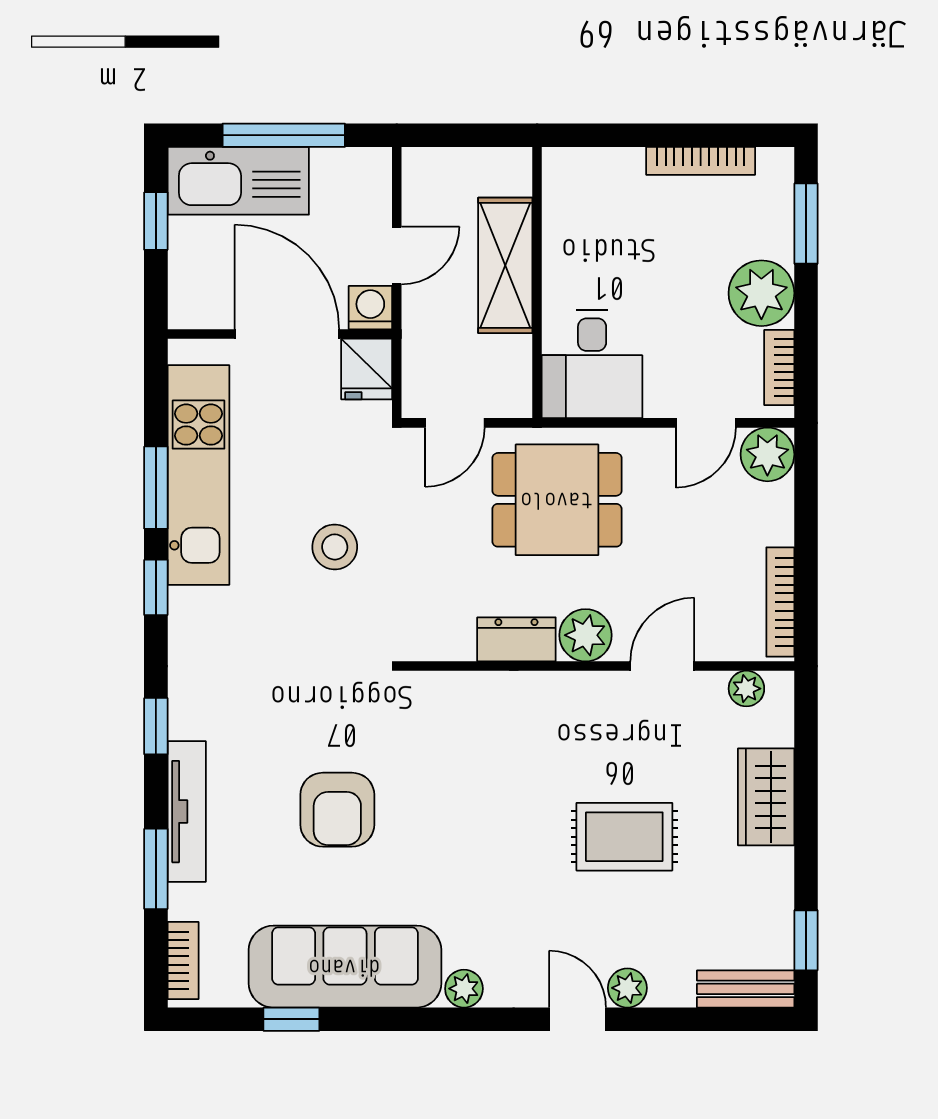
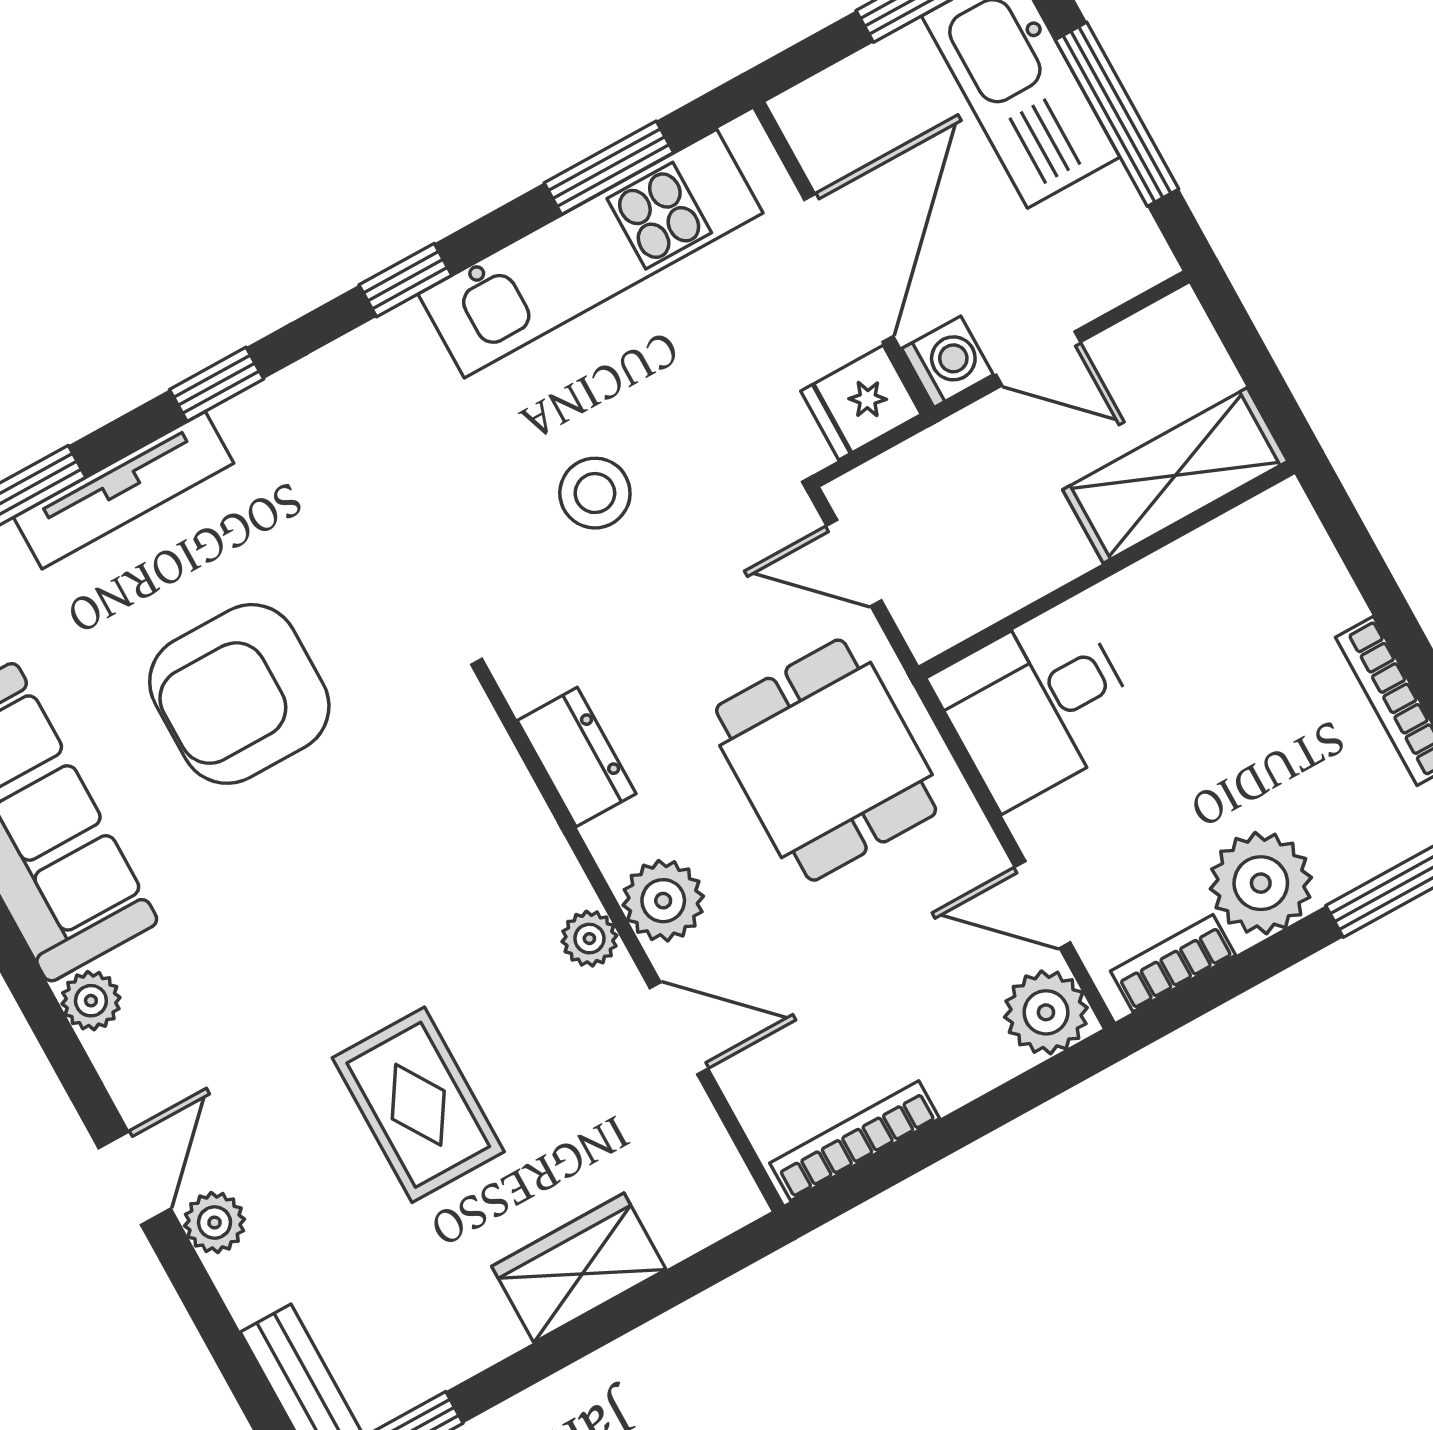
shelving: (505, 265) -> (1175, 475), moved
window: (156, 488) -> (609, 168), moved
dresser: (516, 639) -> (577, 757), moved
plant: (746, 689) -> (589, 939), moved
armchair: (337, 810) -> (239, 694), width x1.36, depth x1.36

